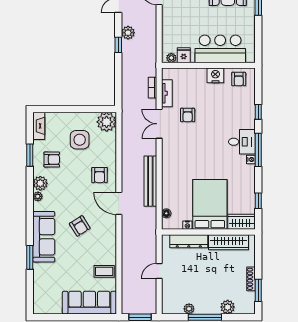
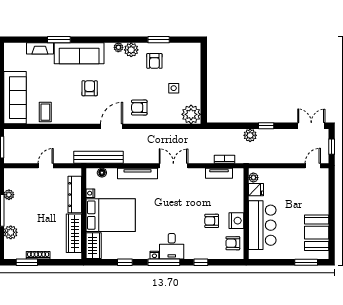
plant: (128, 33) -> (250, 135), moved
armchair: (188, 115) -> (212, 221), moved
double door: (159, 124) -> (173, 166), moved
fireplace: (39, 126) -> (40, 48), moved
side table: (80, 140) -> (174, 88), width x0.54, depth x0.54
tv unit: (167, 177) -> (137, 174), added
bench: (150, 181) -> (99, 157), moved
window: (258, 201) -> (125, 262), moved
armchair: (80, 226) -> (90, 88), turned 122
door: (159, 271) -> (46, 166), hinge flipped

